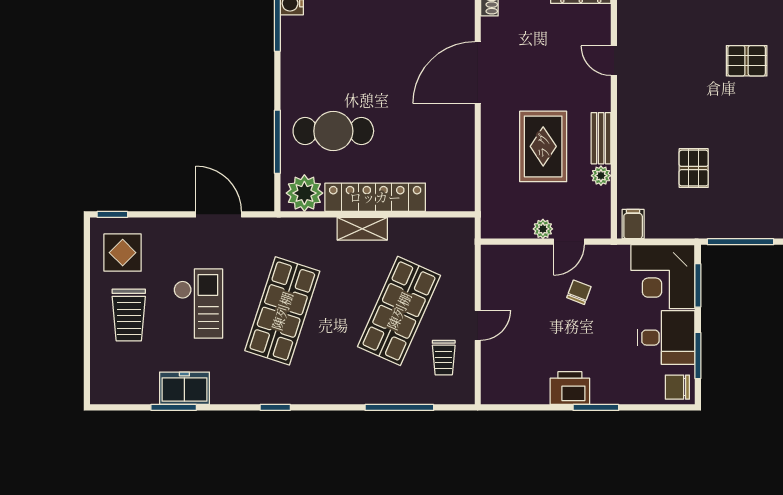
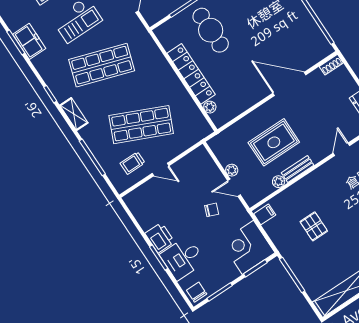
pallet: (694, 168) -> (314, 226), turned 90
plant: (304, 193) -> (210, 107), moved, width x0.53, depth x0.53
shelving: (362, 229) -> (74, 114), moved
desk: (666, 338) -> (183, 258), moved, turned 90

